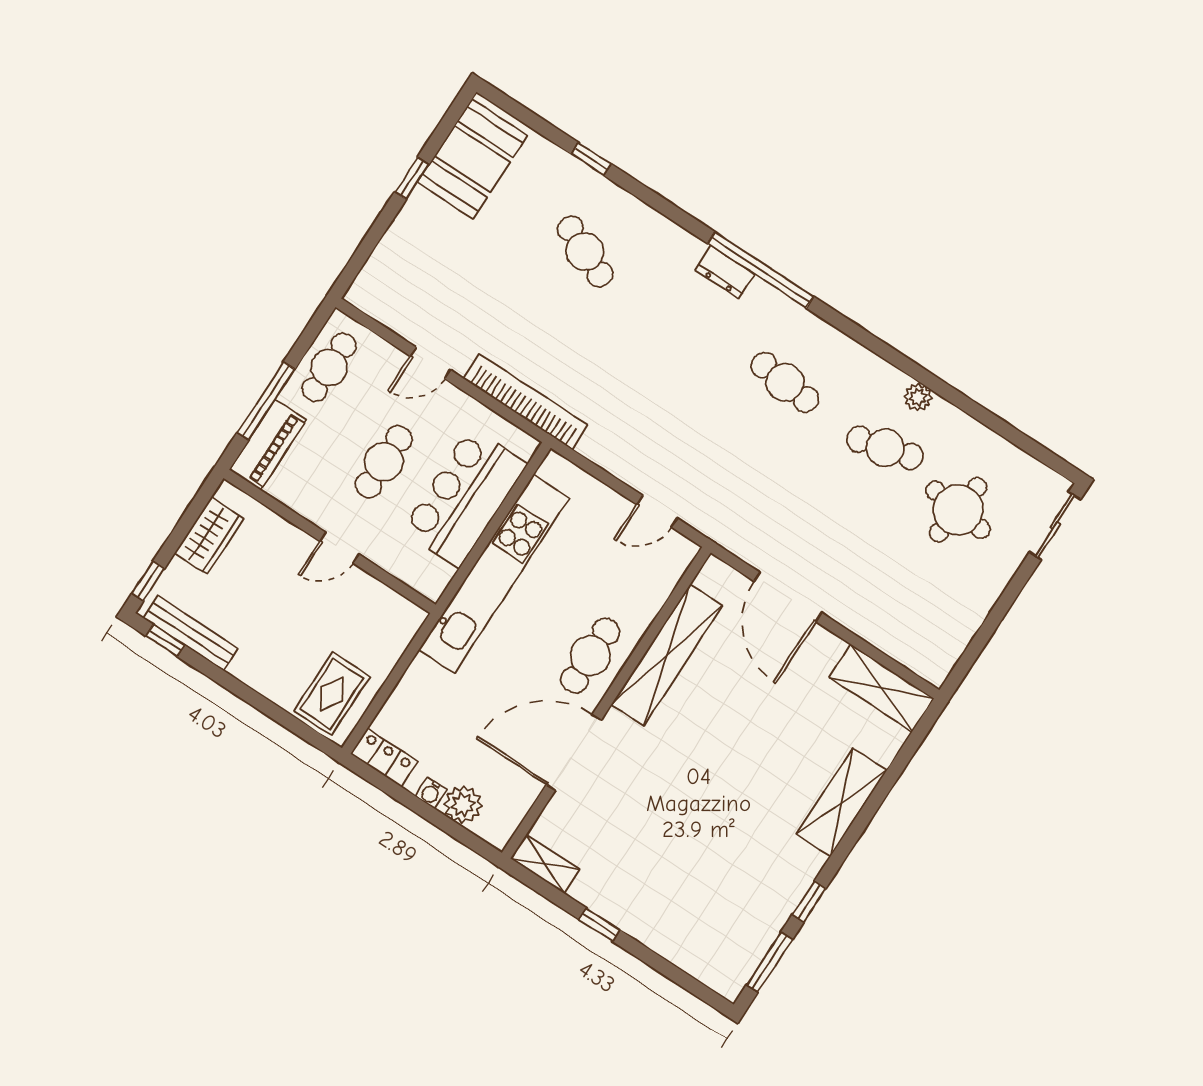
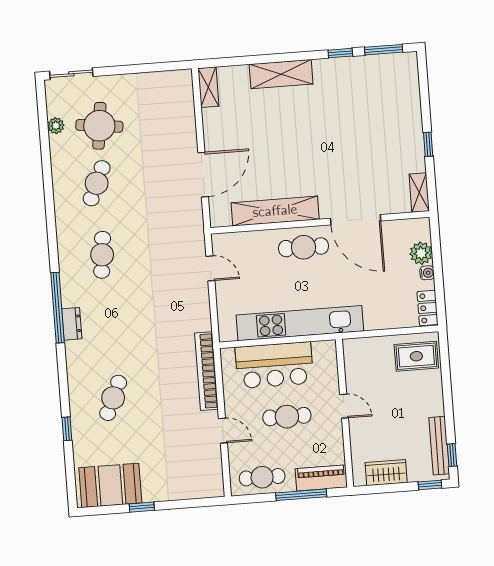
plant: (918, 397) -> (56, 126), moved
cafe table: (885, 448) -> (97, 183), turned 39
shelving: (882, 688) -> (208, 87), width x0.67, depth x0.75

